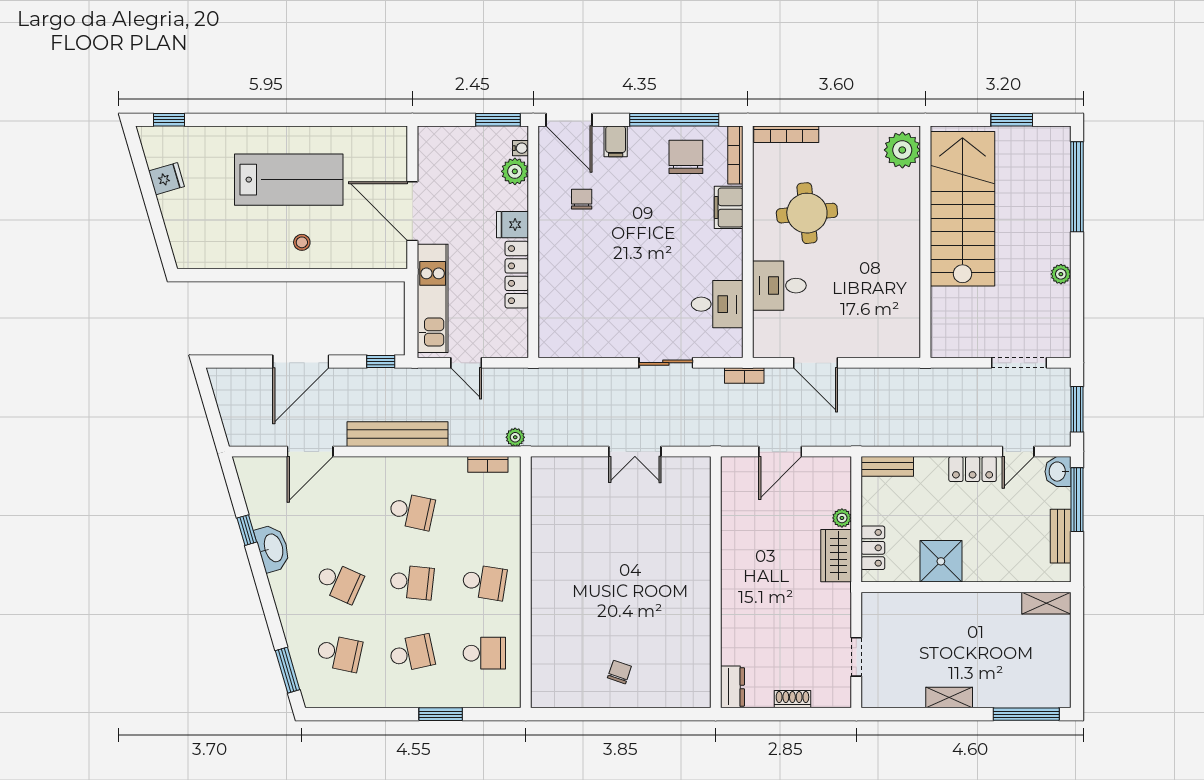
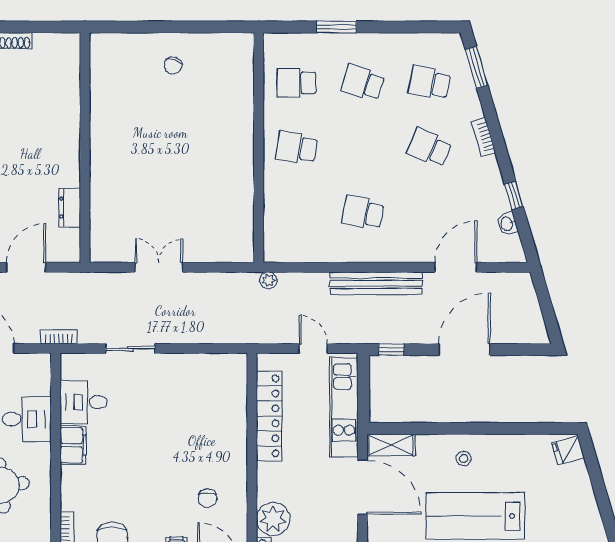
plant: (515, 171) -> (273, 519), width x1.36, depth x1.36
fridge: (166, 179) -> (568, 450), moved
filing cabinet: (729, 207) -> (73, 445), moved
fridge: (512, 225) -> (271, 475), removed
shelving: (381, 257) -> (391, 445), added
locker: (517, 275) -> (269, 416), width x1.41, depth x1.21
bookcase: (488, 464) -> (483, 137), moved, turned -106
washbasin: (273, 548) -> (507, 224), moved, width x0.52, depth x0.69
school desk: (412, 582) -> (363, 148), removed
school desk: (412, 653) -> (363, 83), turned 30
dresser: (732, 687) -> (70, 208), moved

